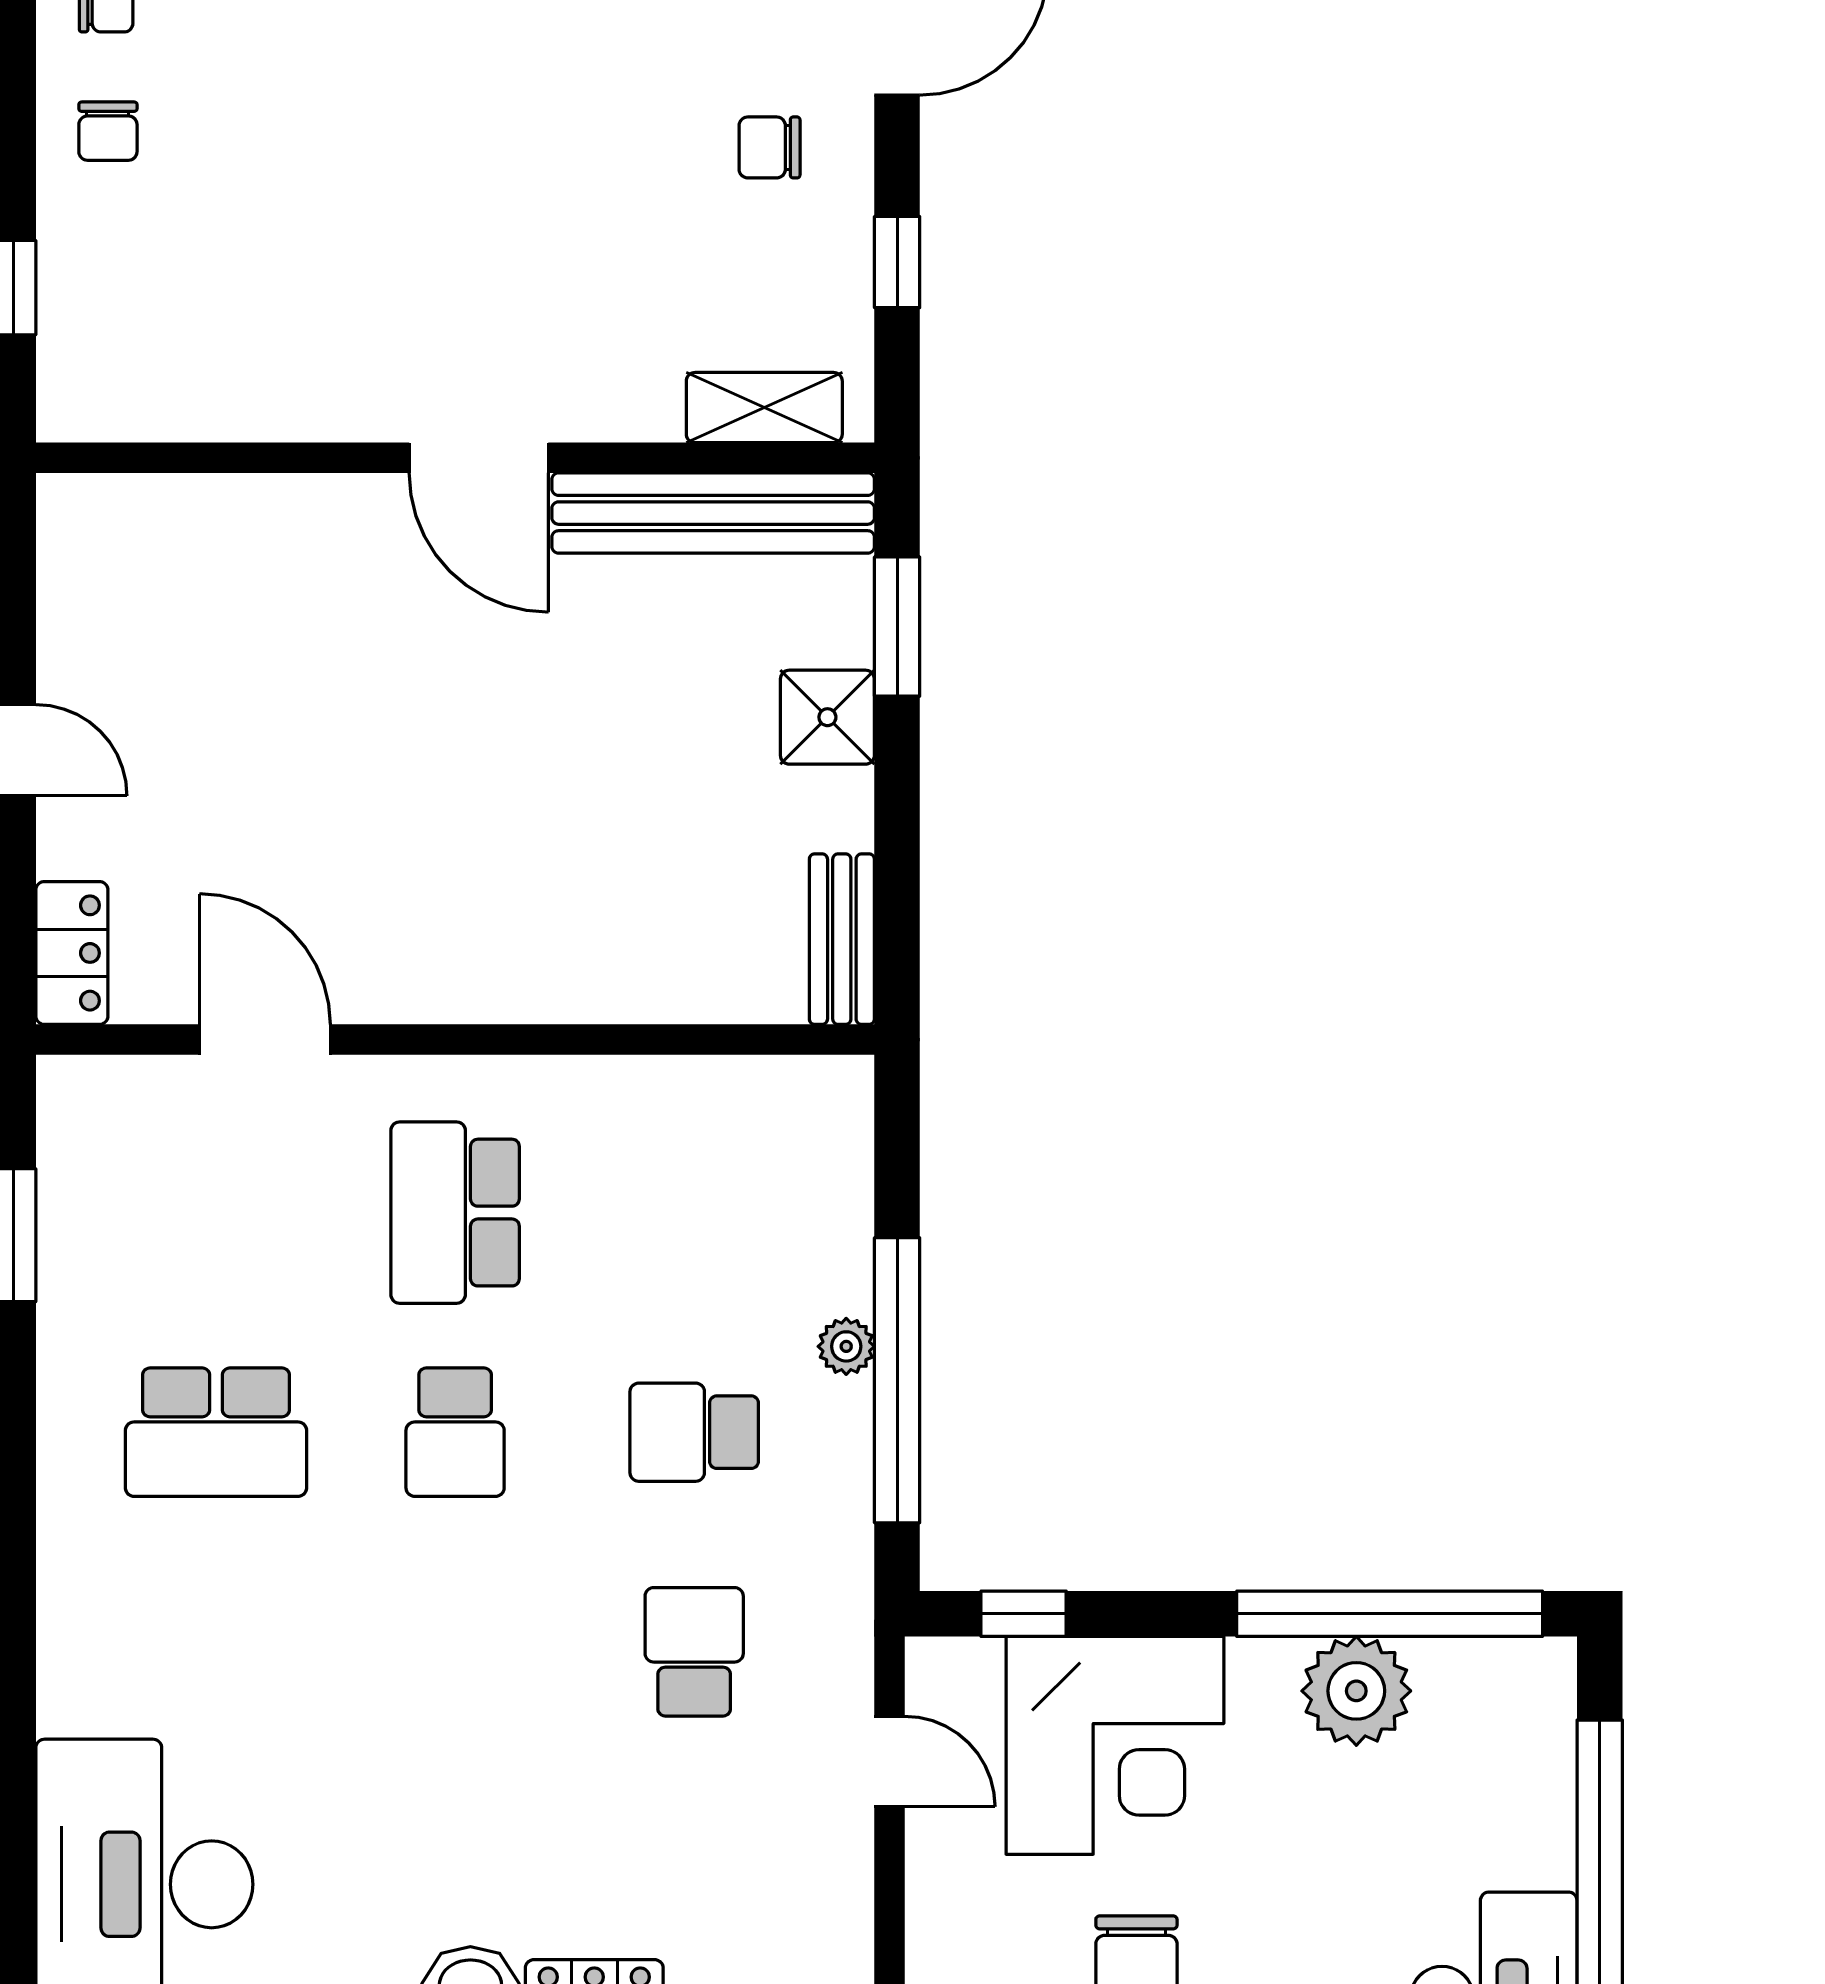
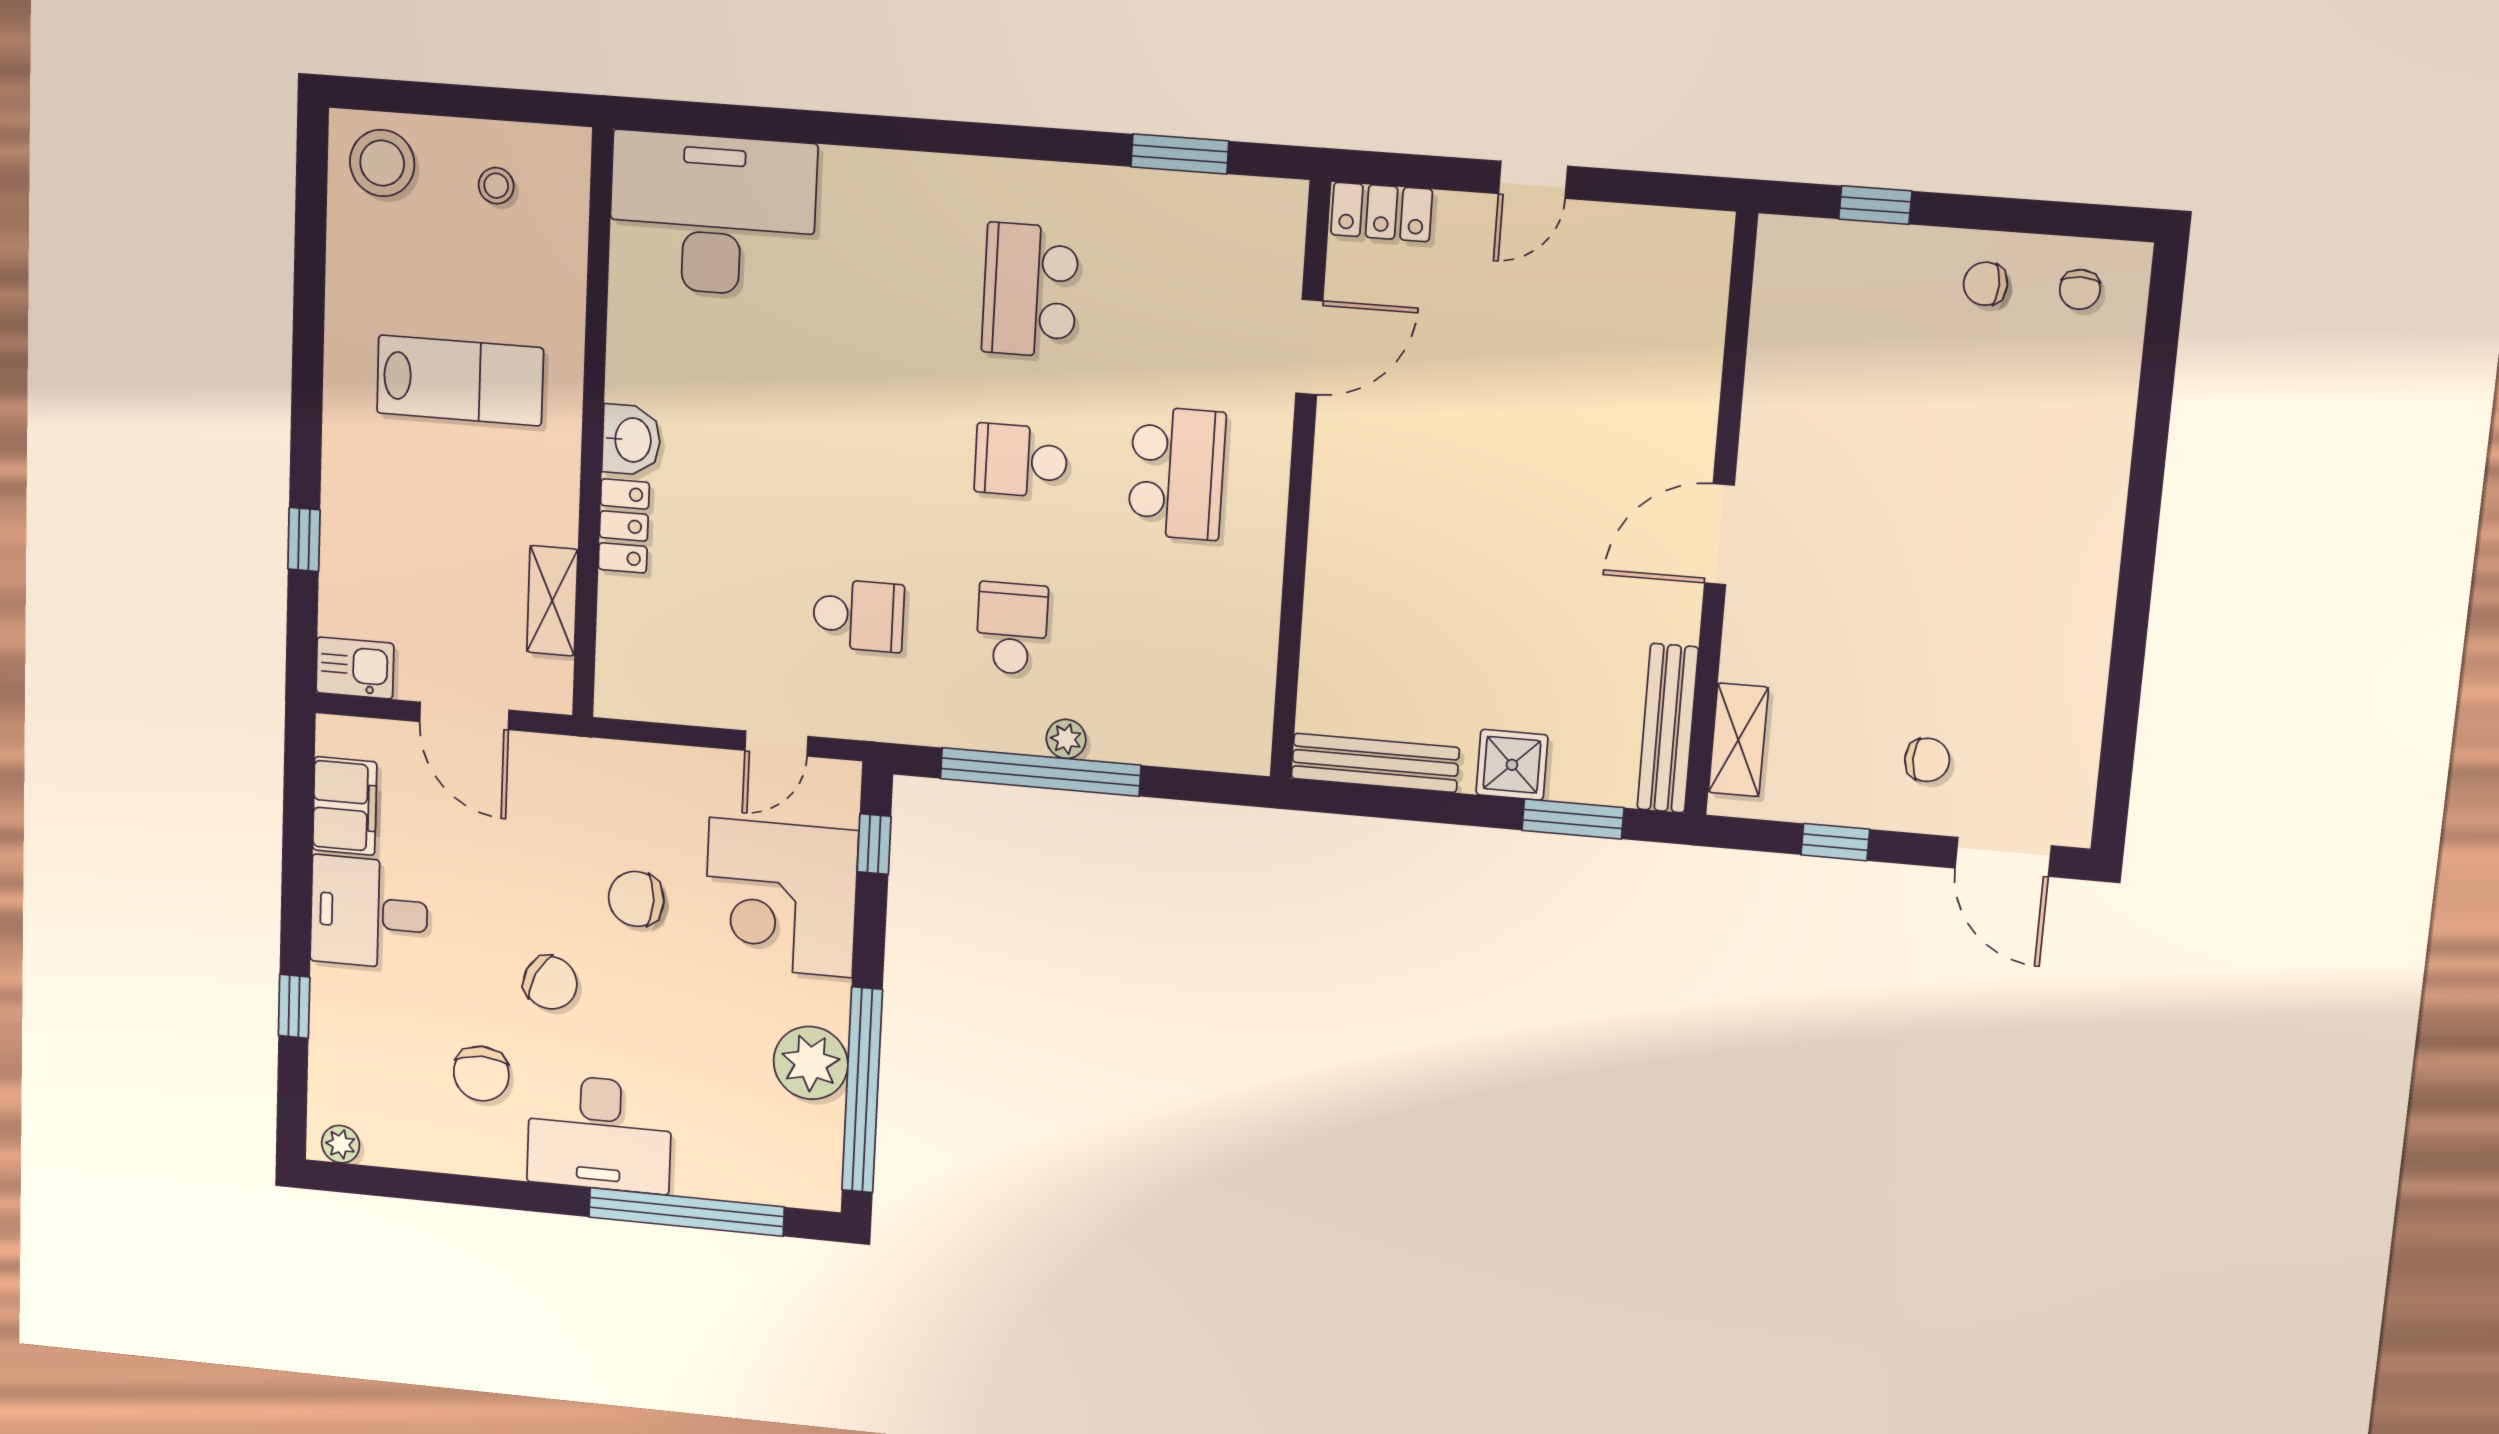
chair: (770, 147) -> (1927, 760), turned 90
bench: (713, 513) -> (1668, 728), width x0.73, depth x0.82
bench: (842, 939) -> (1375, 763), width x1.36
school desk: (455, 1213) -> (1177, 473), turned 90

